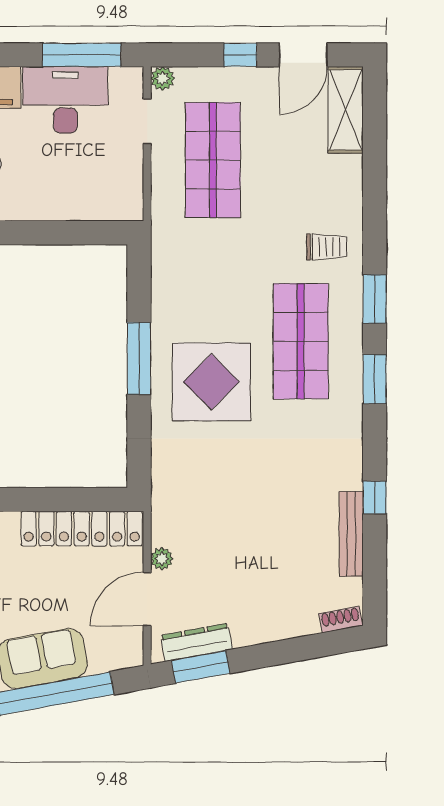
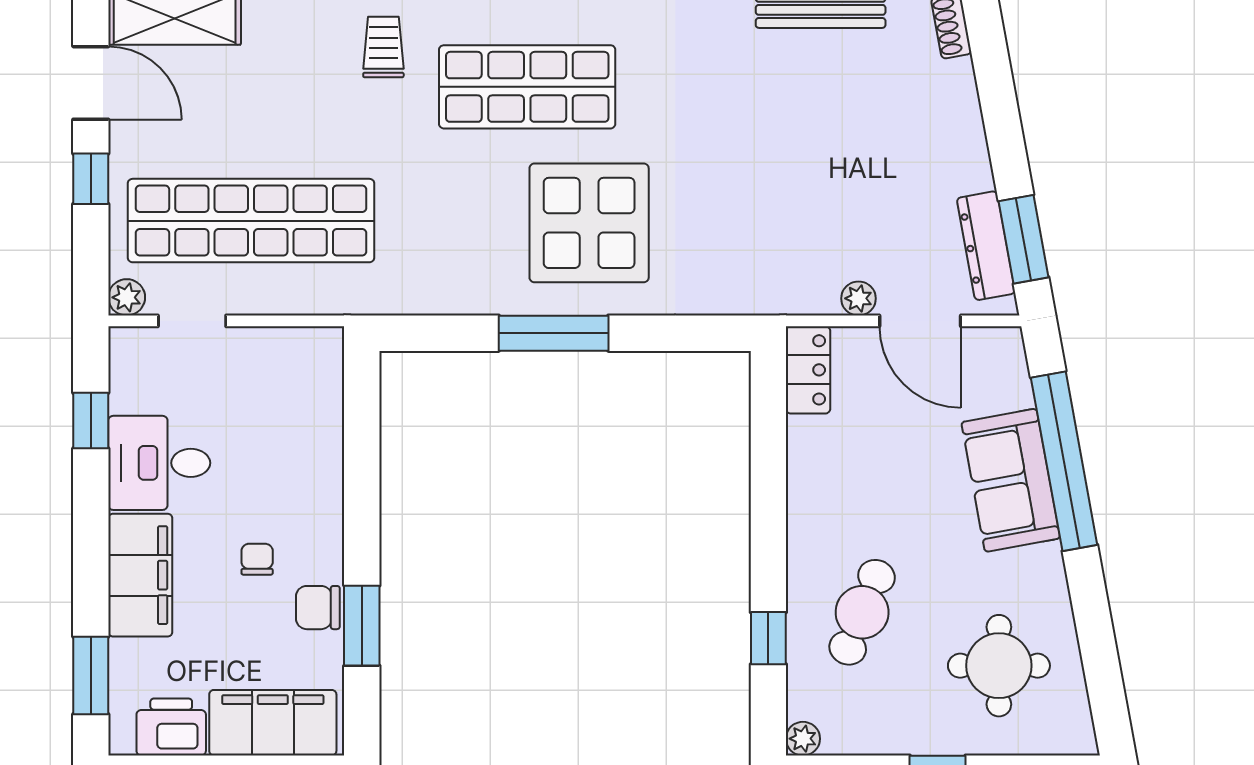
window: (82, 55) -> (91, 421), width x0.46
desk: (65, 100) -> (159, 463), width x0.73
shop shelf: (213, 160) -> (251, 221), width x1.40
locker: (82, 529) -> (808, 370), width x0.46, depth x0.83

